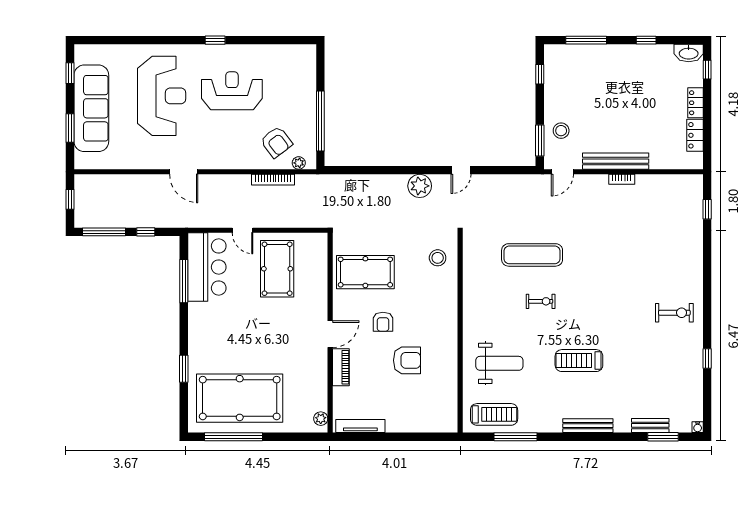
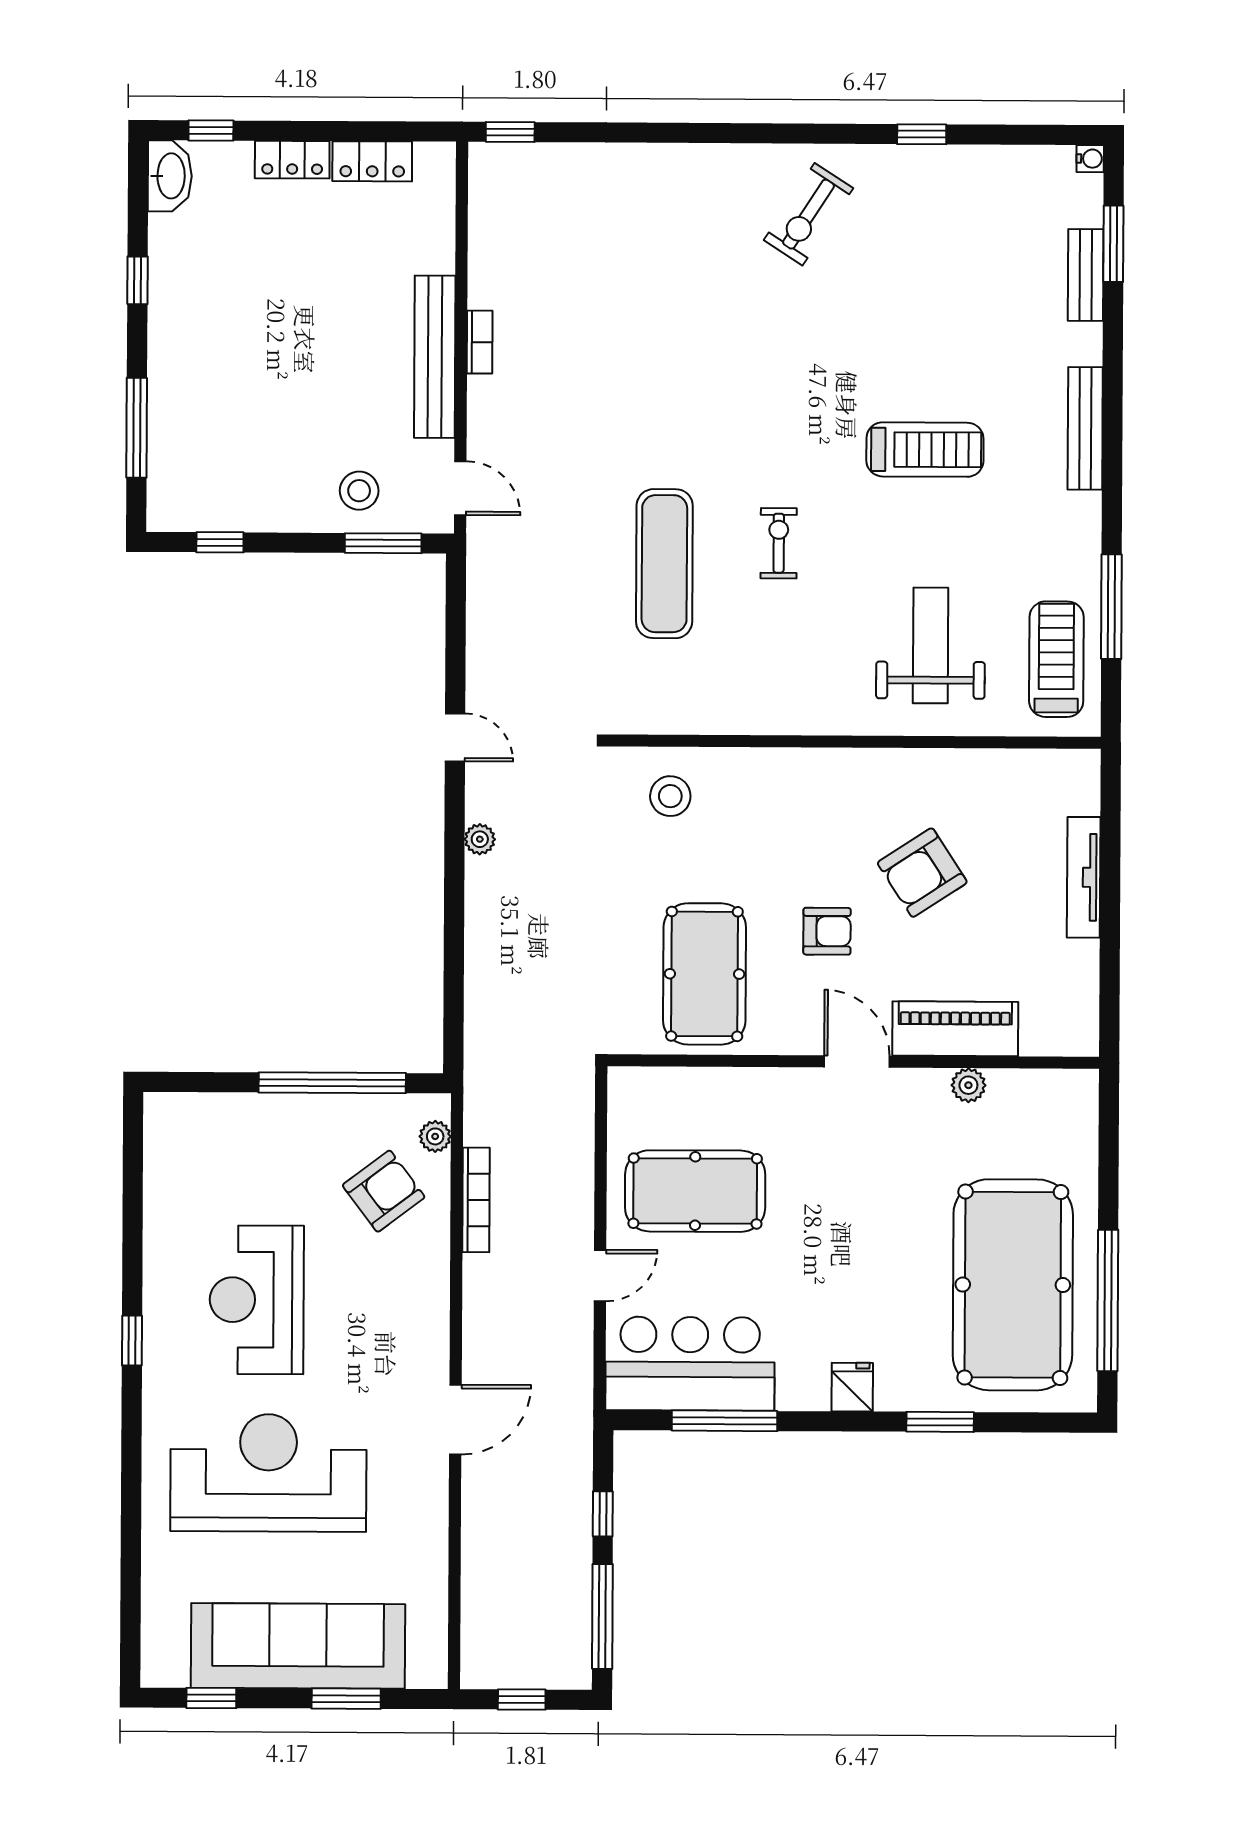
plant: (420, 186) -> (480, 839), width x0.53, depth x0.53
window: (707, 209) -> (510, 132), moved
exercise bike: (674, 313) -> (808, 214), turned -147
fridge: (198, 333) -> (852, 1387), added
armchair: (407, 360) -> (922, 873), turned -123
treadmill: (579, 361) -> (925, 450), turned -90
piano: (341, 367) -> (955, 1029), width x1.37, depth x1.33
plant: (321, 419) -> (968, 1085), moved
tv unit: (360, 426) -> (1084, 877), moved

